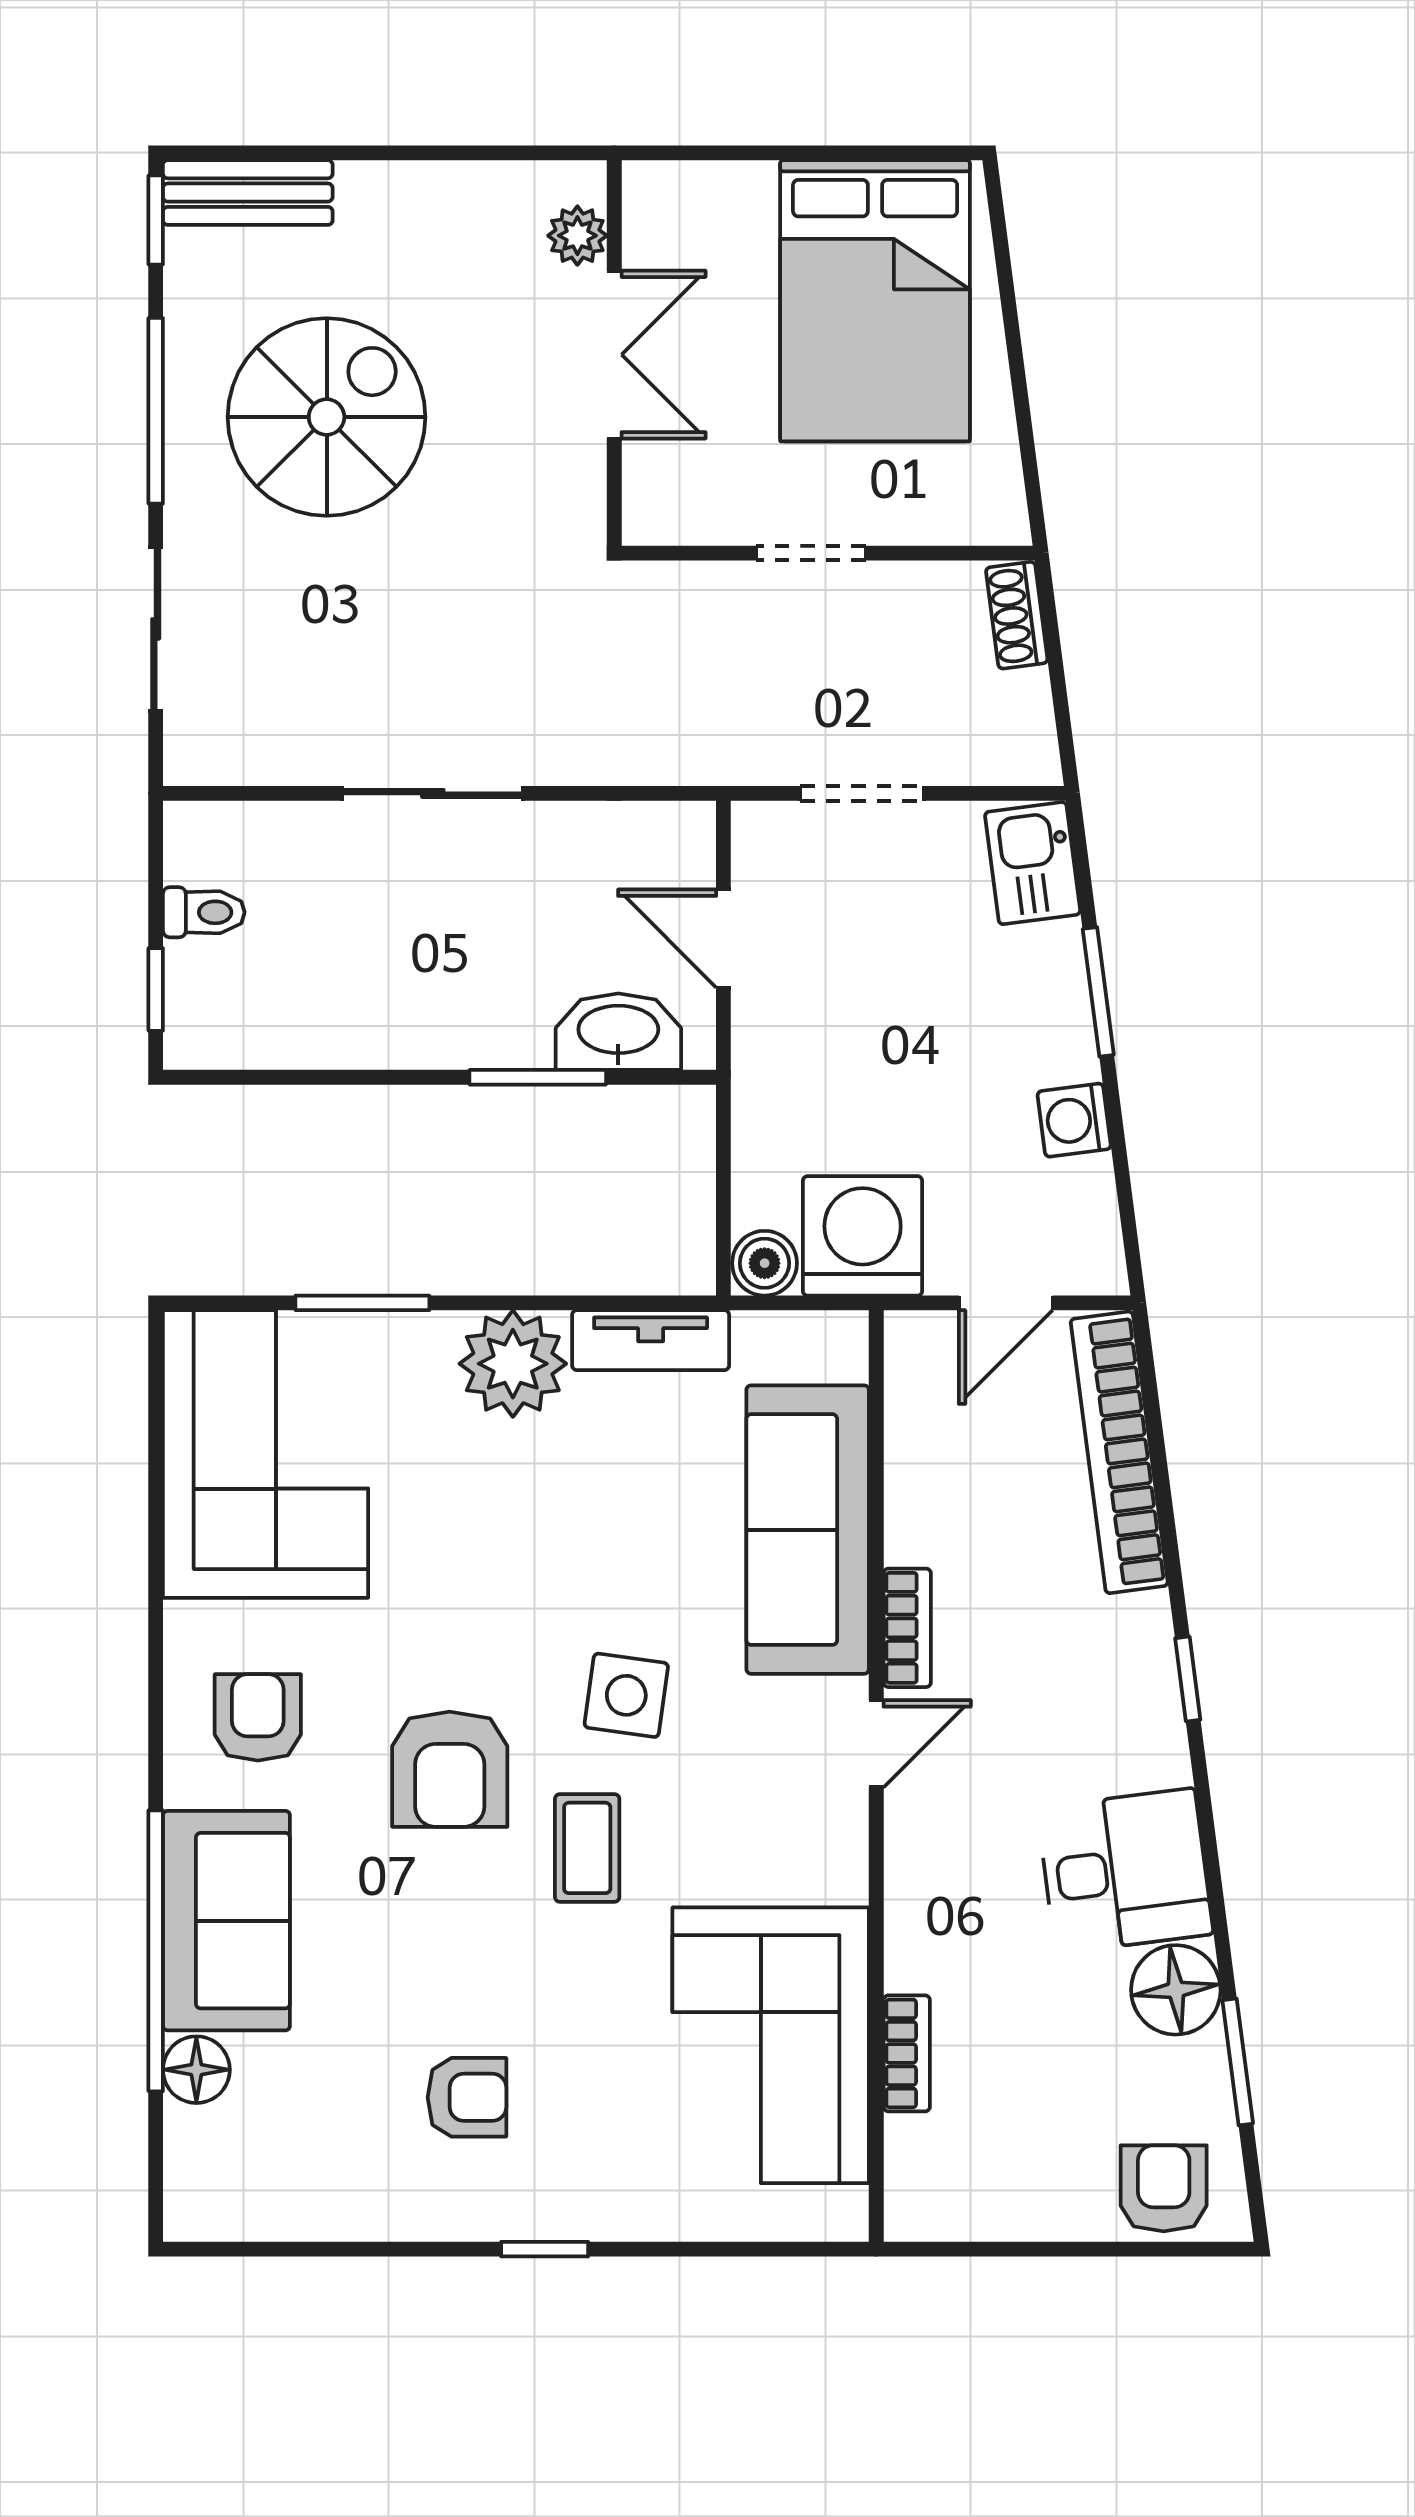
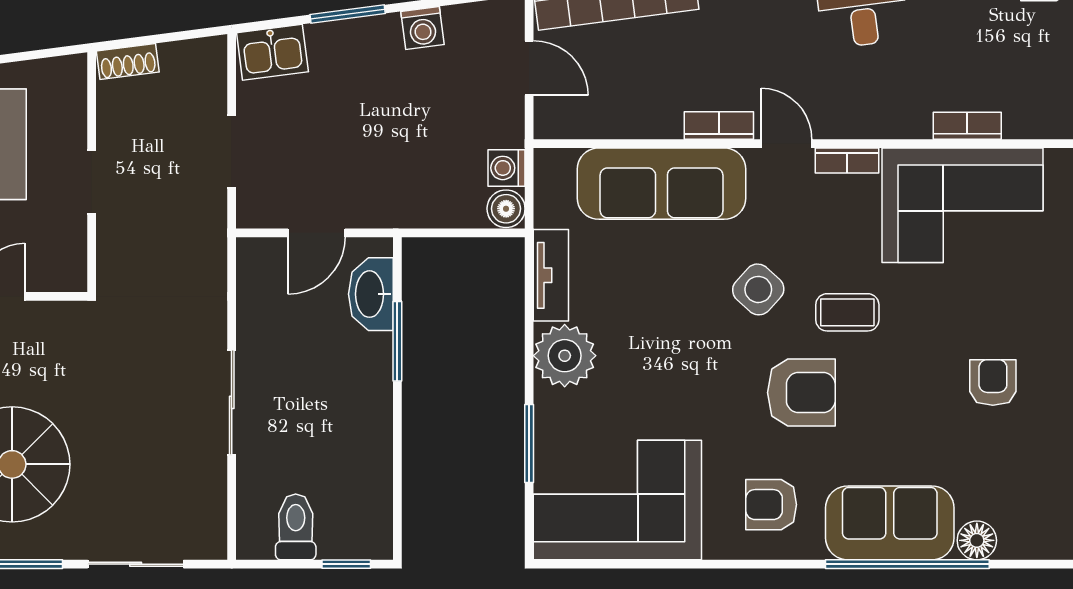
toilet: (204, 912) -> (296, 527), width x1.37, depth x1.39
washing machine: (863, 1236) -> (506, 168), width x0.53, depth x0.53
side table: (626, 1695) -> (758, 289), turned 34
bookcase: (847, 1847) -> (847, 160), added

